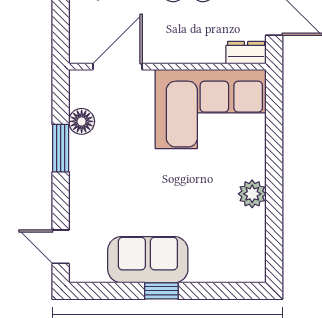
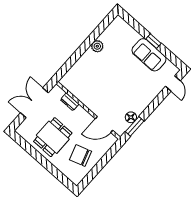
dresser: (246, 53) -> (70, 102), moved
corner sofa: (211, 109) -> (86, 85), removed
window: (61, 148) -> (135, 126), moved

